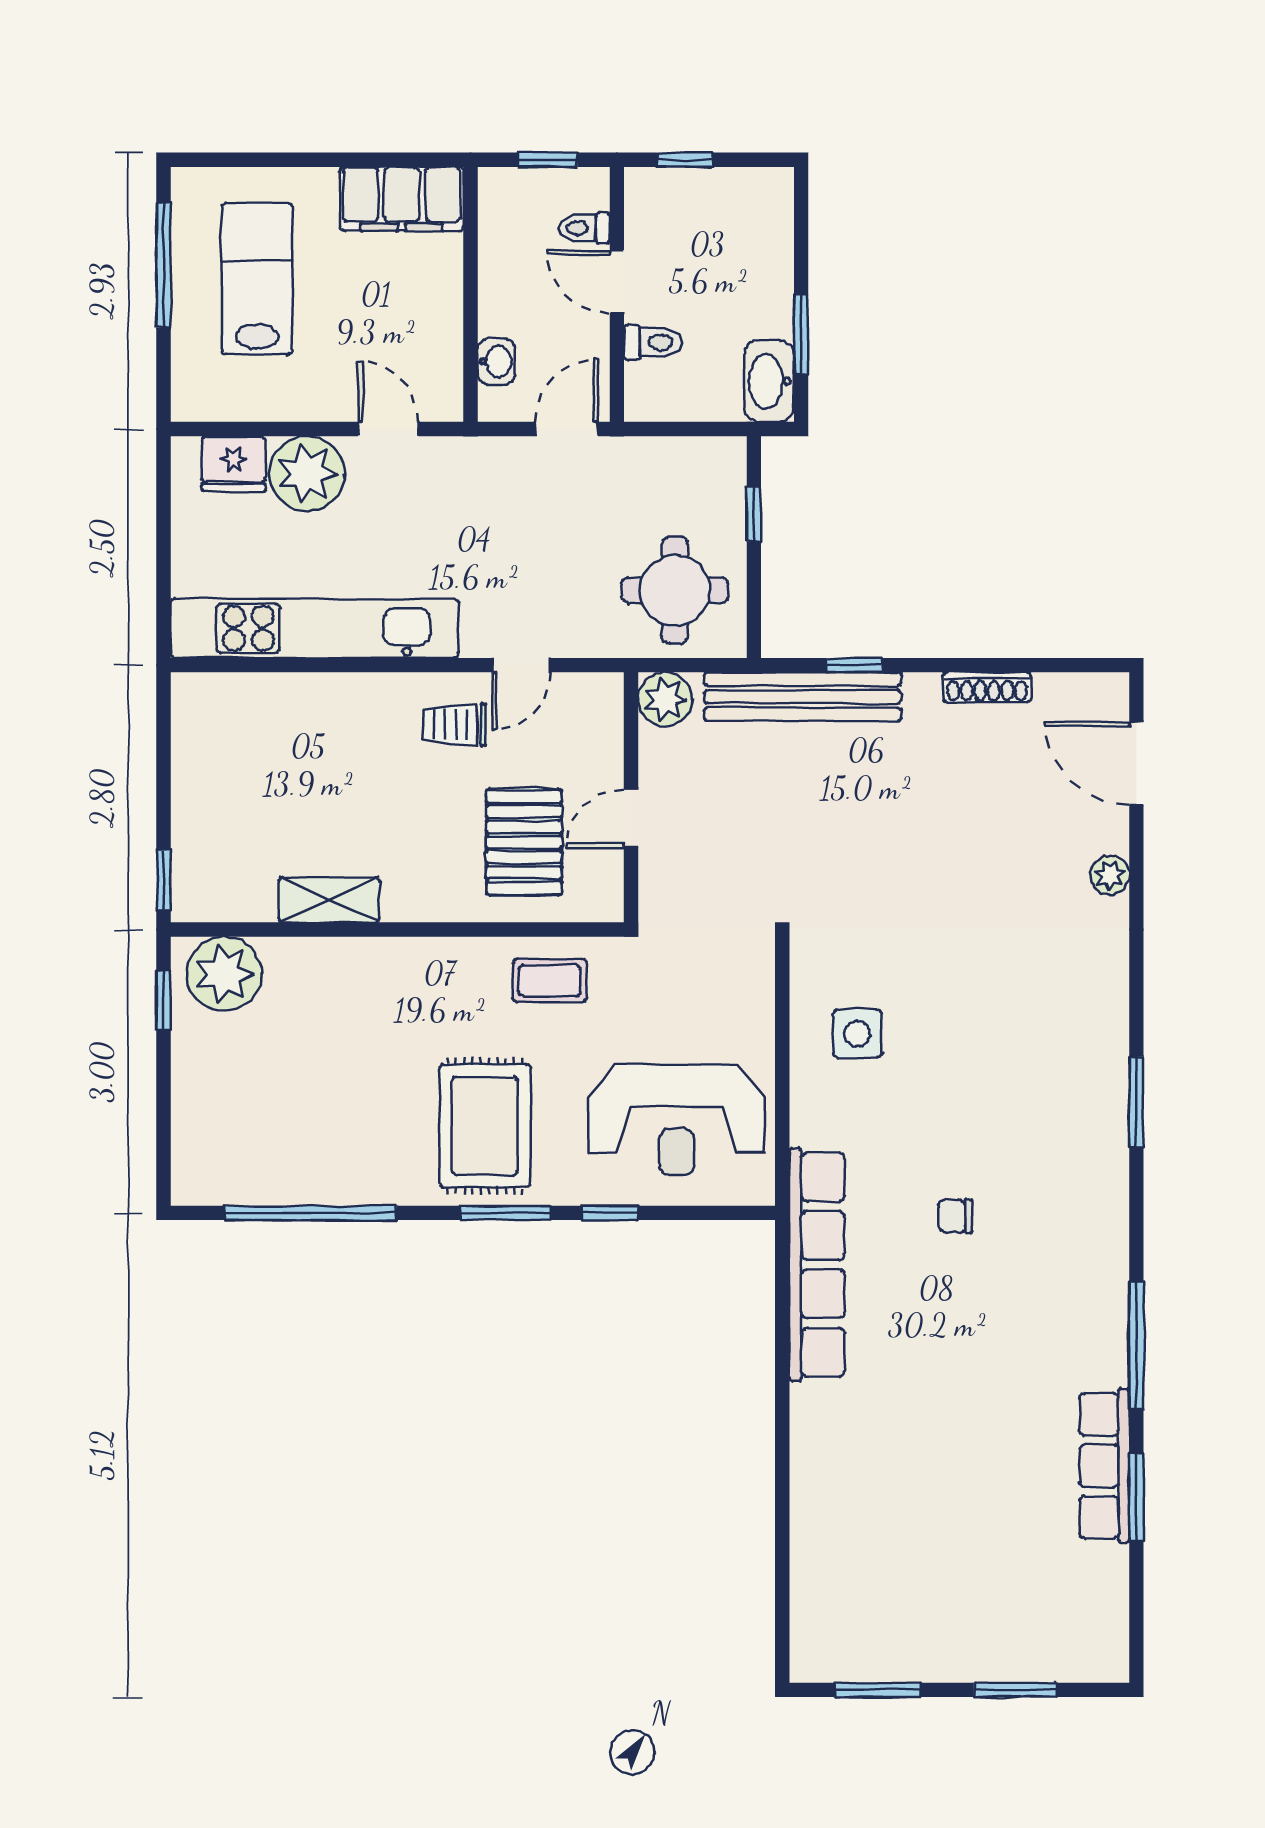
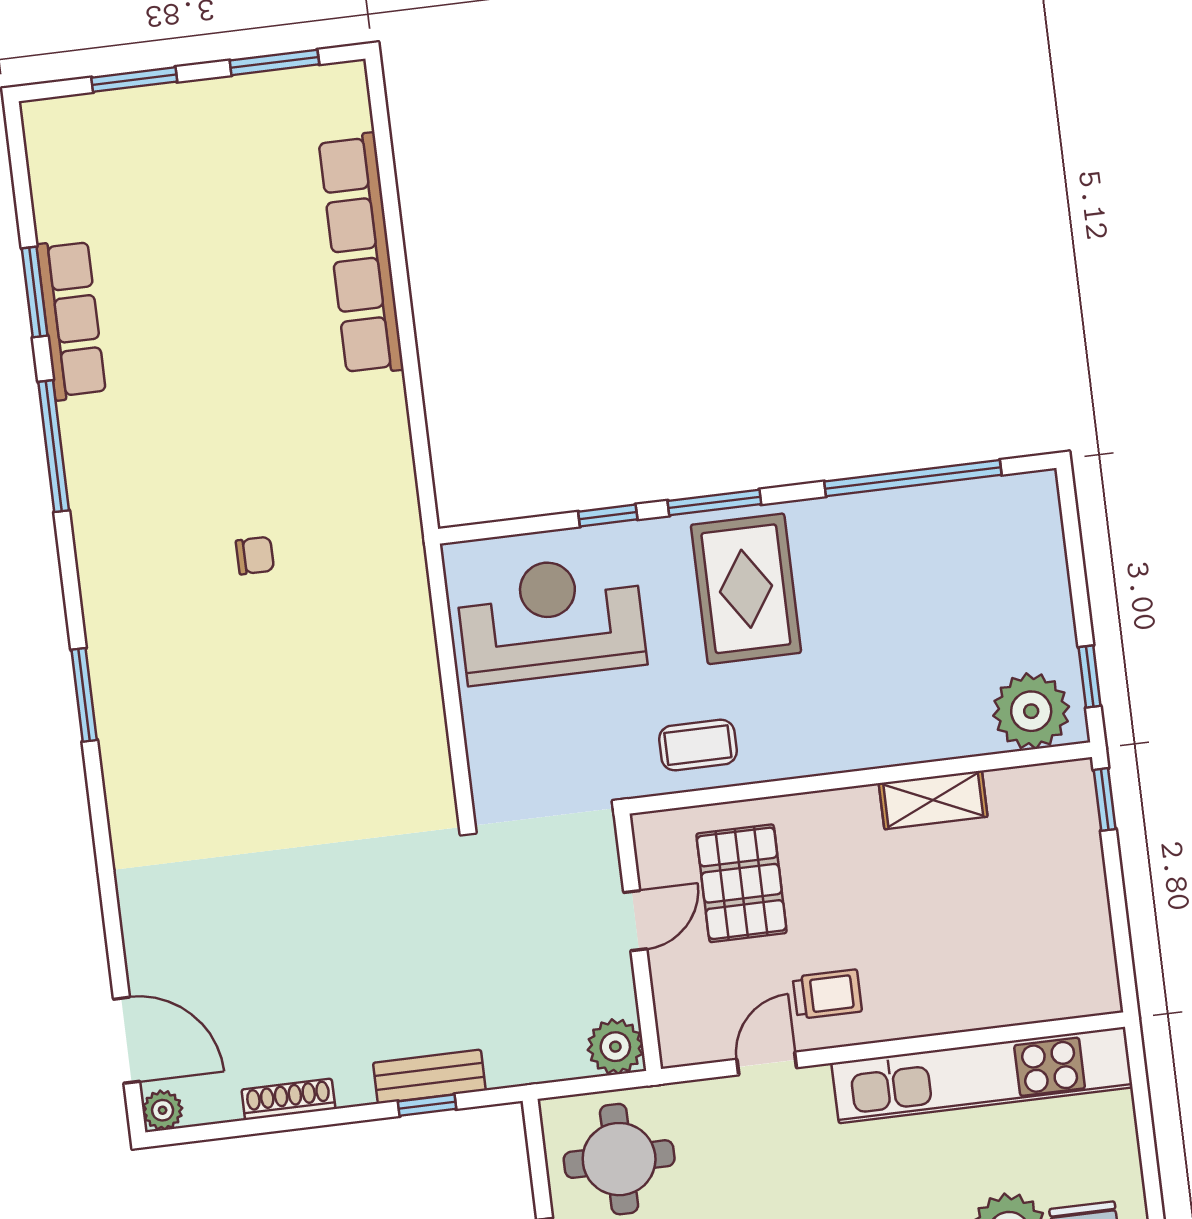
bench: (803, 697) -> (429, 1077), width x0.54, depth x0.82
plant: (1110, 875) -> (163, 1110), moved
side table: (857, 1034) -> (378, 729), removed
row of seats: (817, 1265) -> (361, 254), moved

